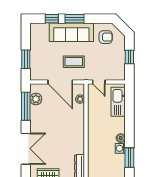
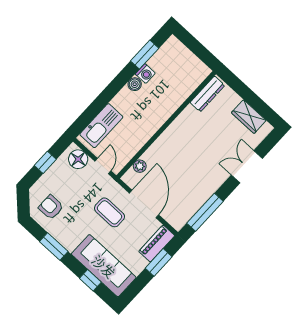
window: (75, 19) -> (54, 246), moved
sofa: (71, 32) -> (104, 266), moved
piano: (35, 68) -> (157, 244), added
floor lamp: (114, 74) -> (78, 159), added
plant: (36, 99) -> (187, 210), removed
double door: (26, 149) -> (247, 167), width x0.73

